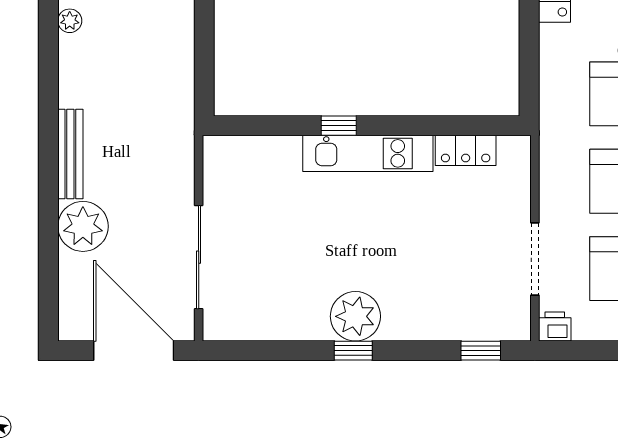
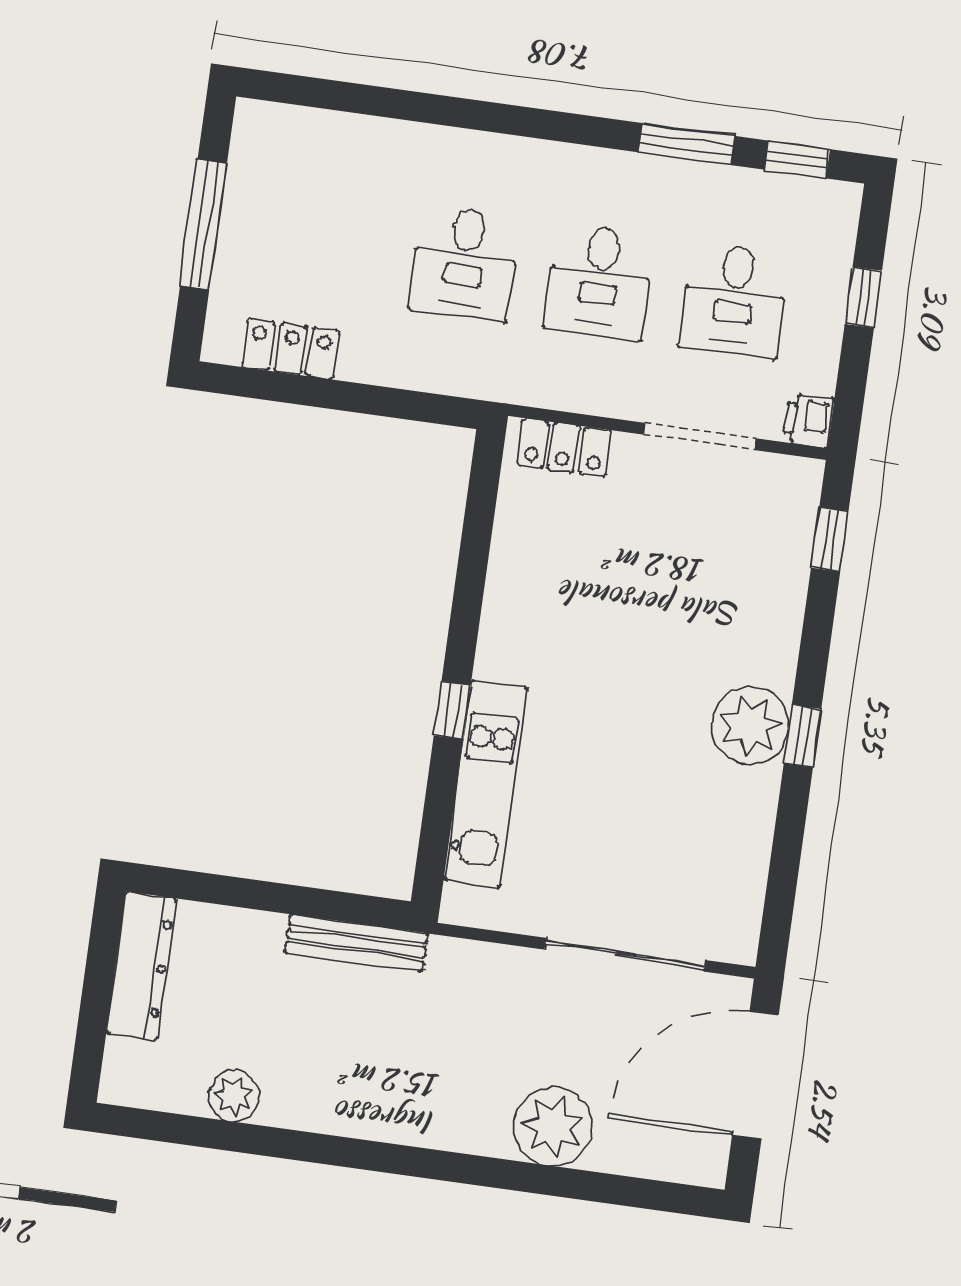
plant: (70, 21) -> (234, 1096), width x1.38, depth x1.38
locker: (466, 150) -> (564, 448), moved, turned 90
kitchen unit: (368, 153) -> (486, 784), moved
bench: (70, 154) -> (356, 943), moved

